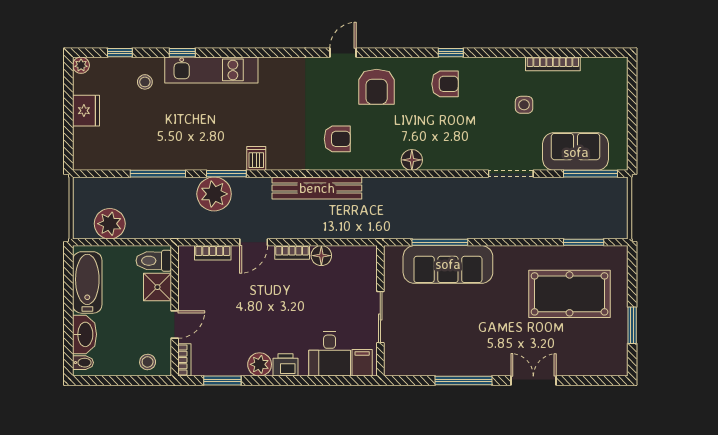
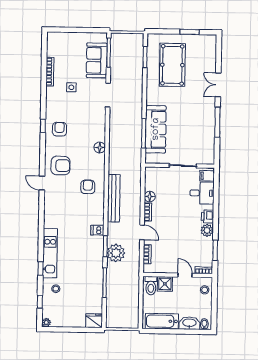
fridge: (86, 111) -> (94, 321), moved
plant: (110, 224) -> (131, 309), removed

